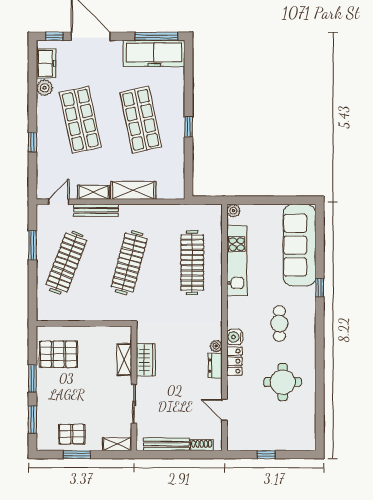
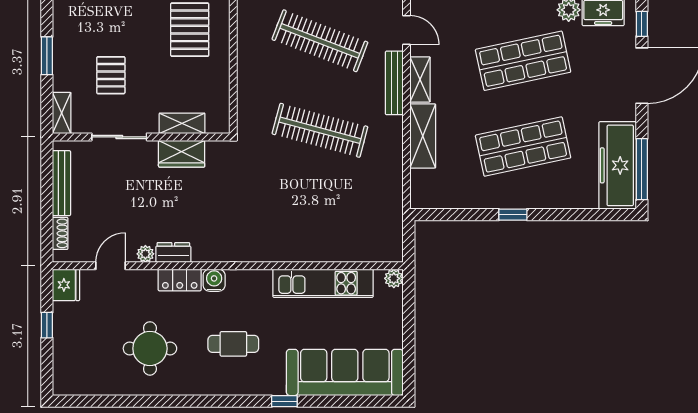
clothes rail: (192, 263) -> (320, 220), removed
plant: (216, 346) -> (145, 254), moved
pallet: (72, 434) -> (111, 75), moved
fridge: (238, 441) -> (66, 285), added

